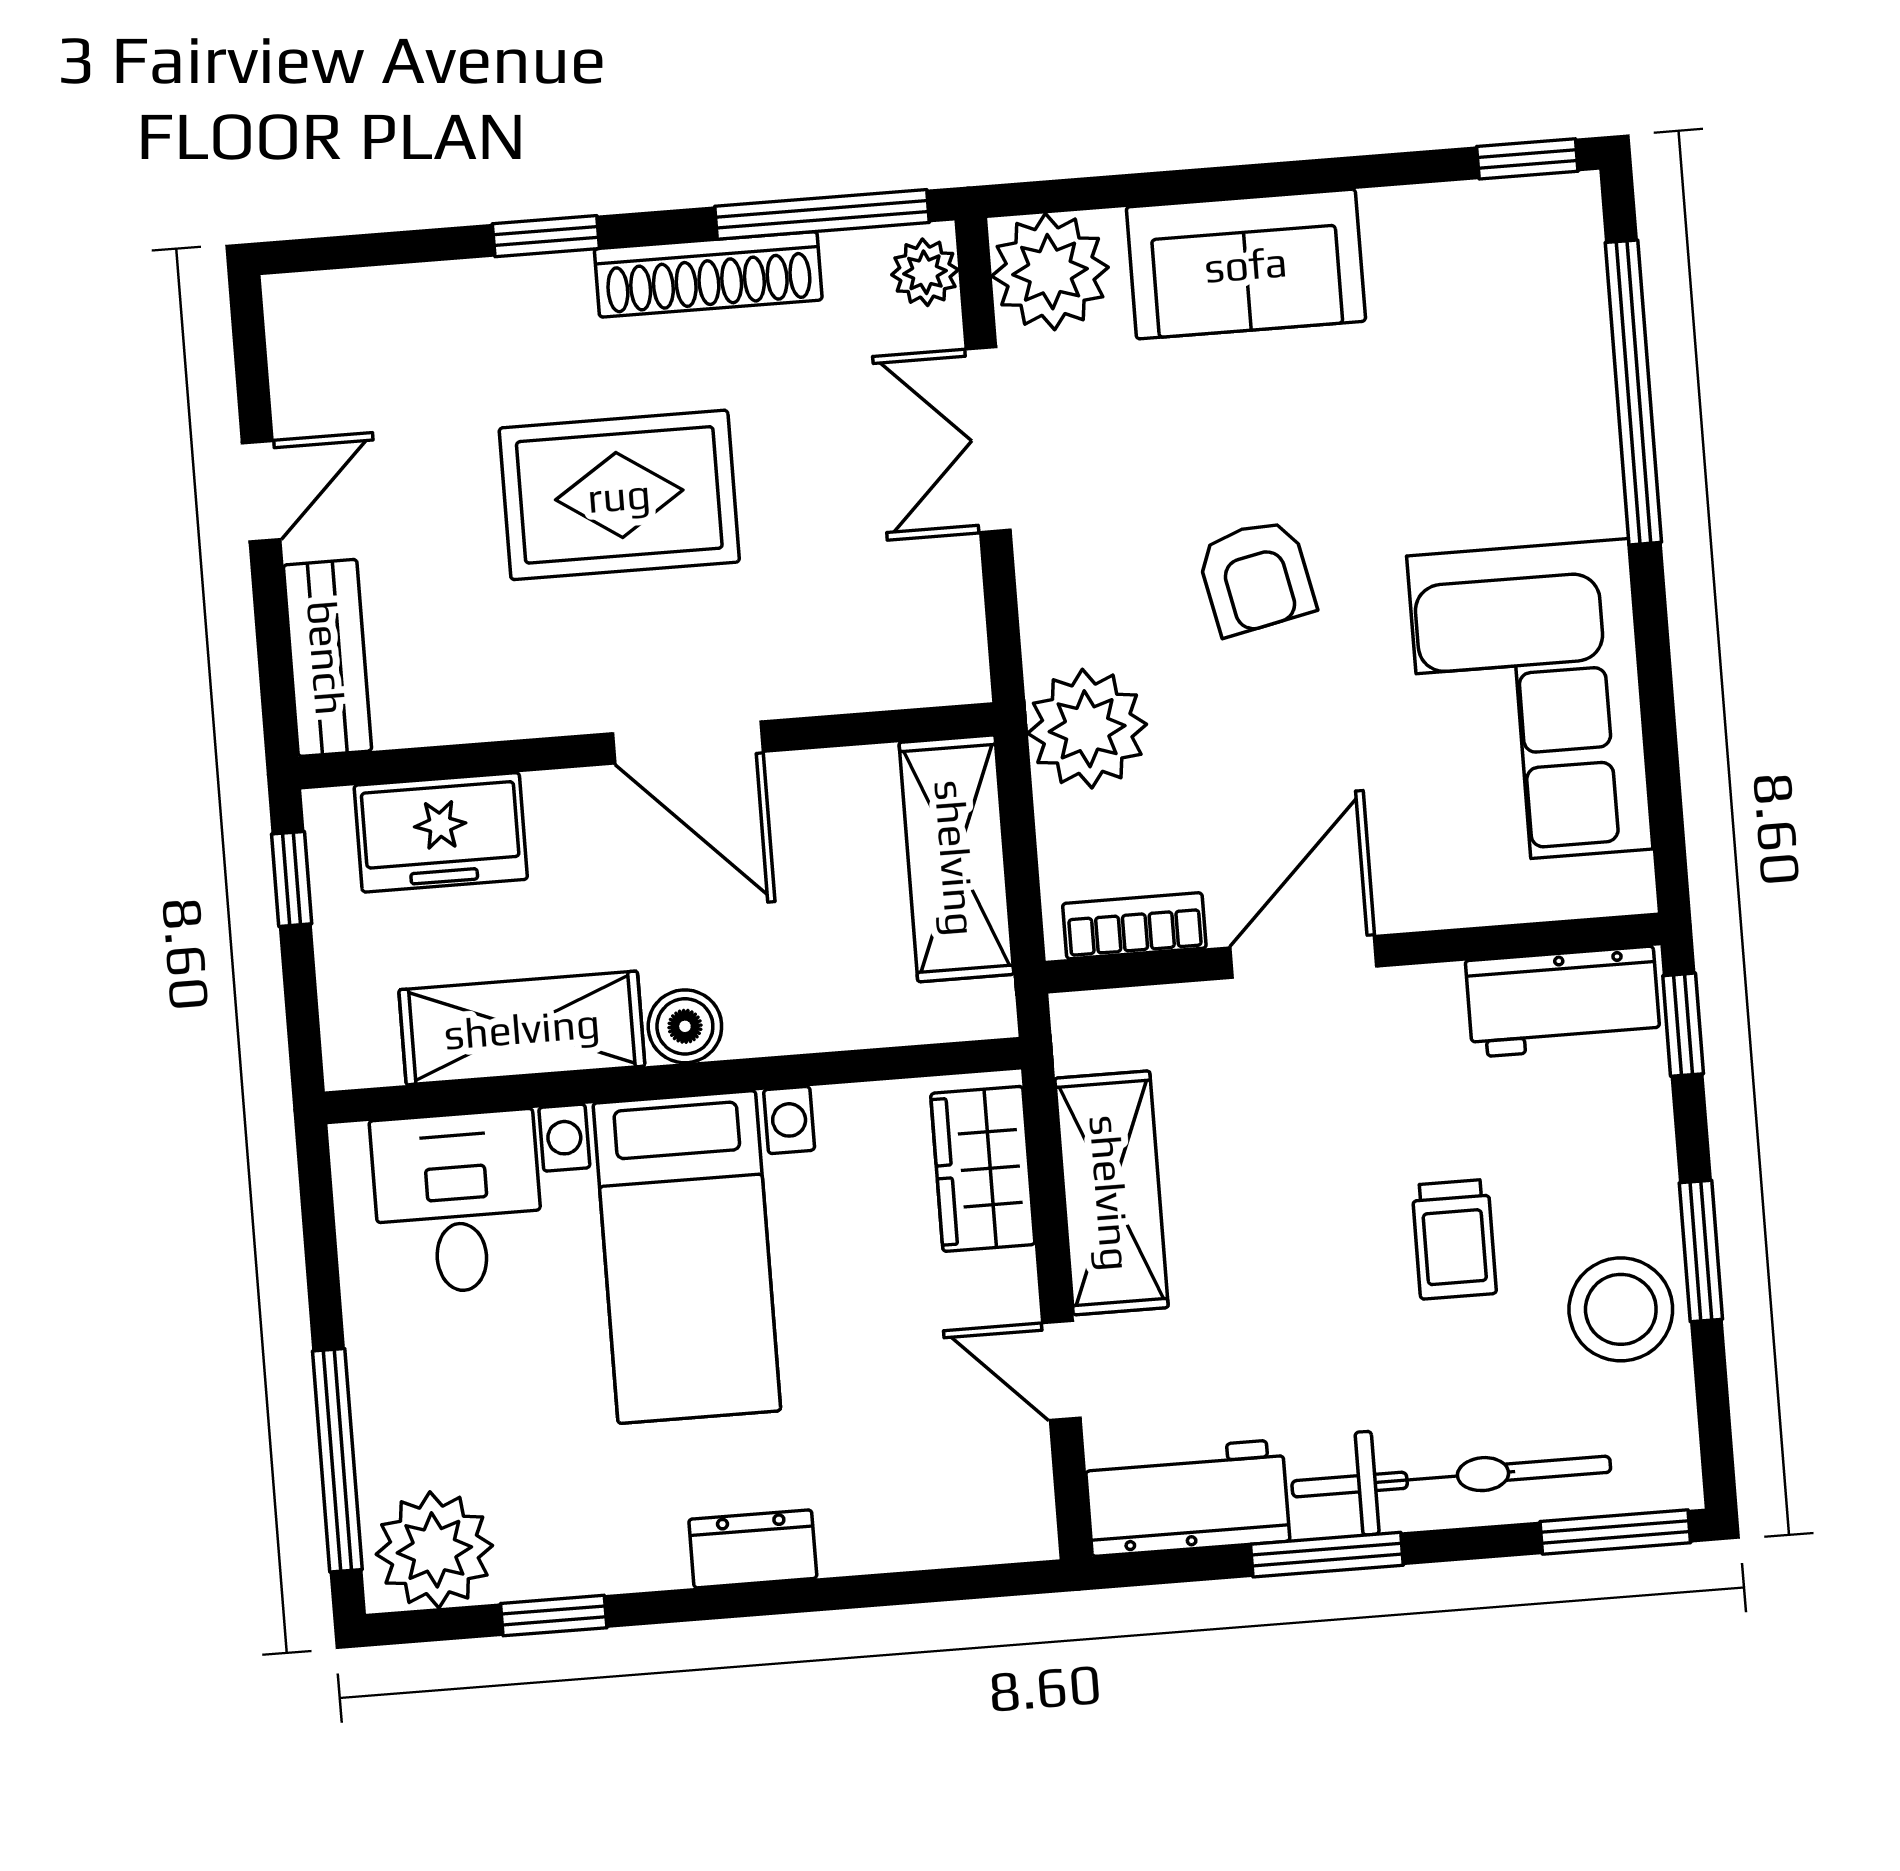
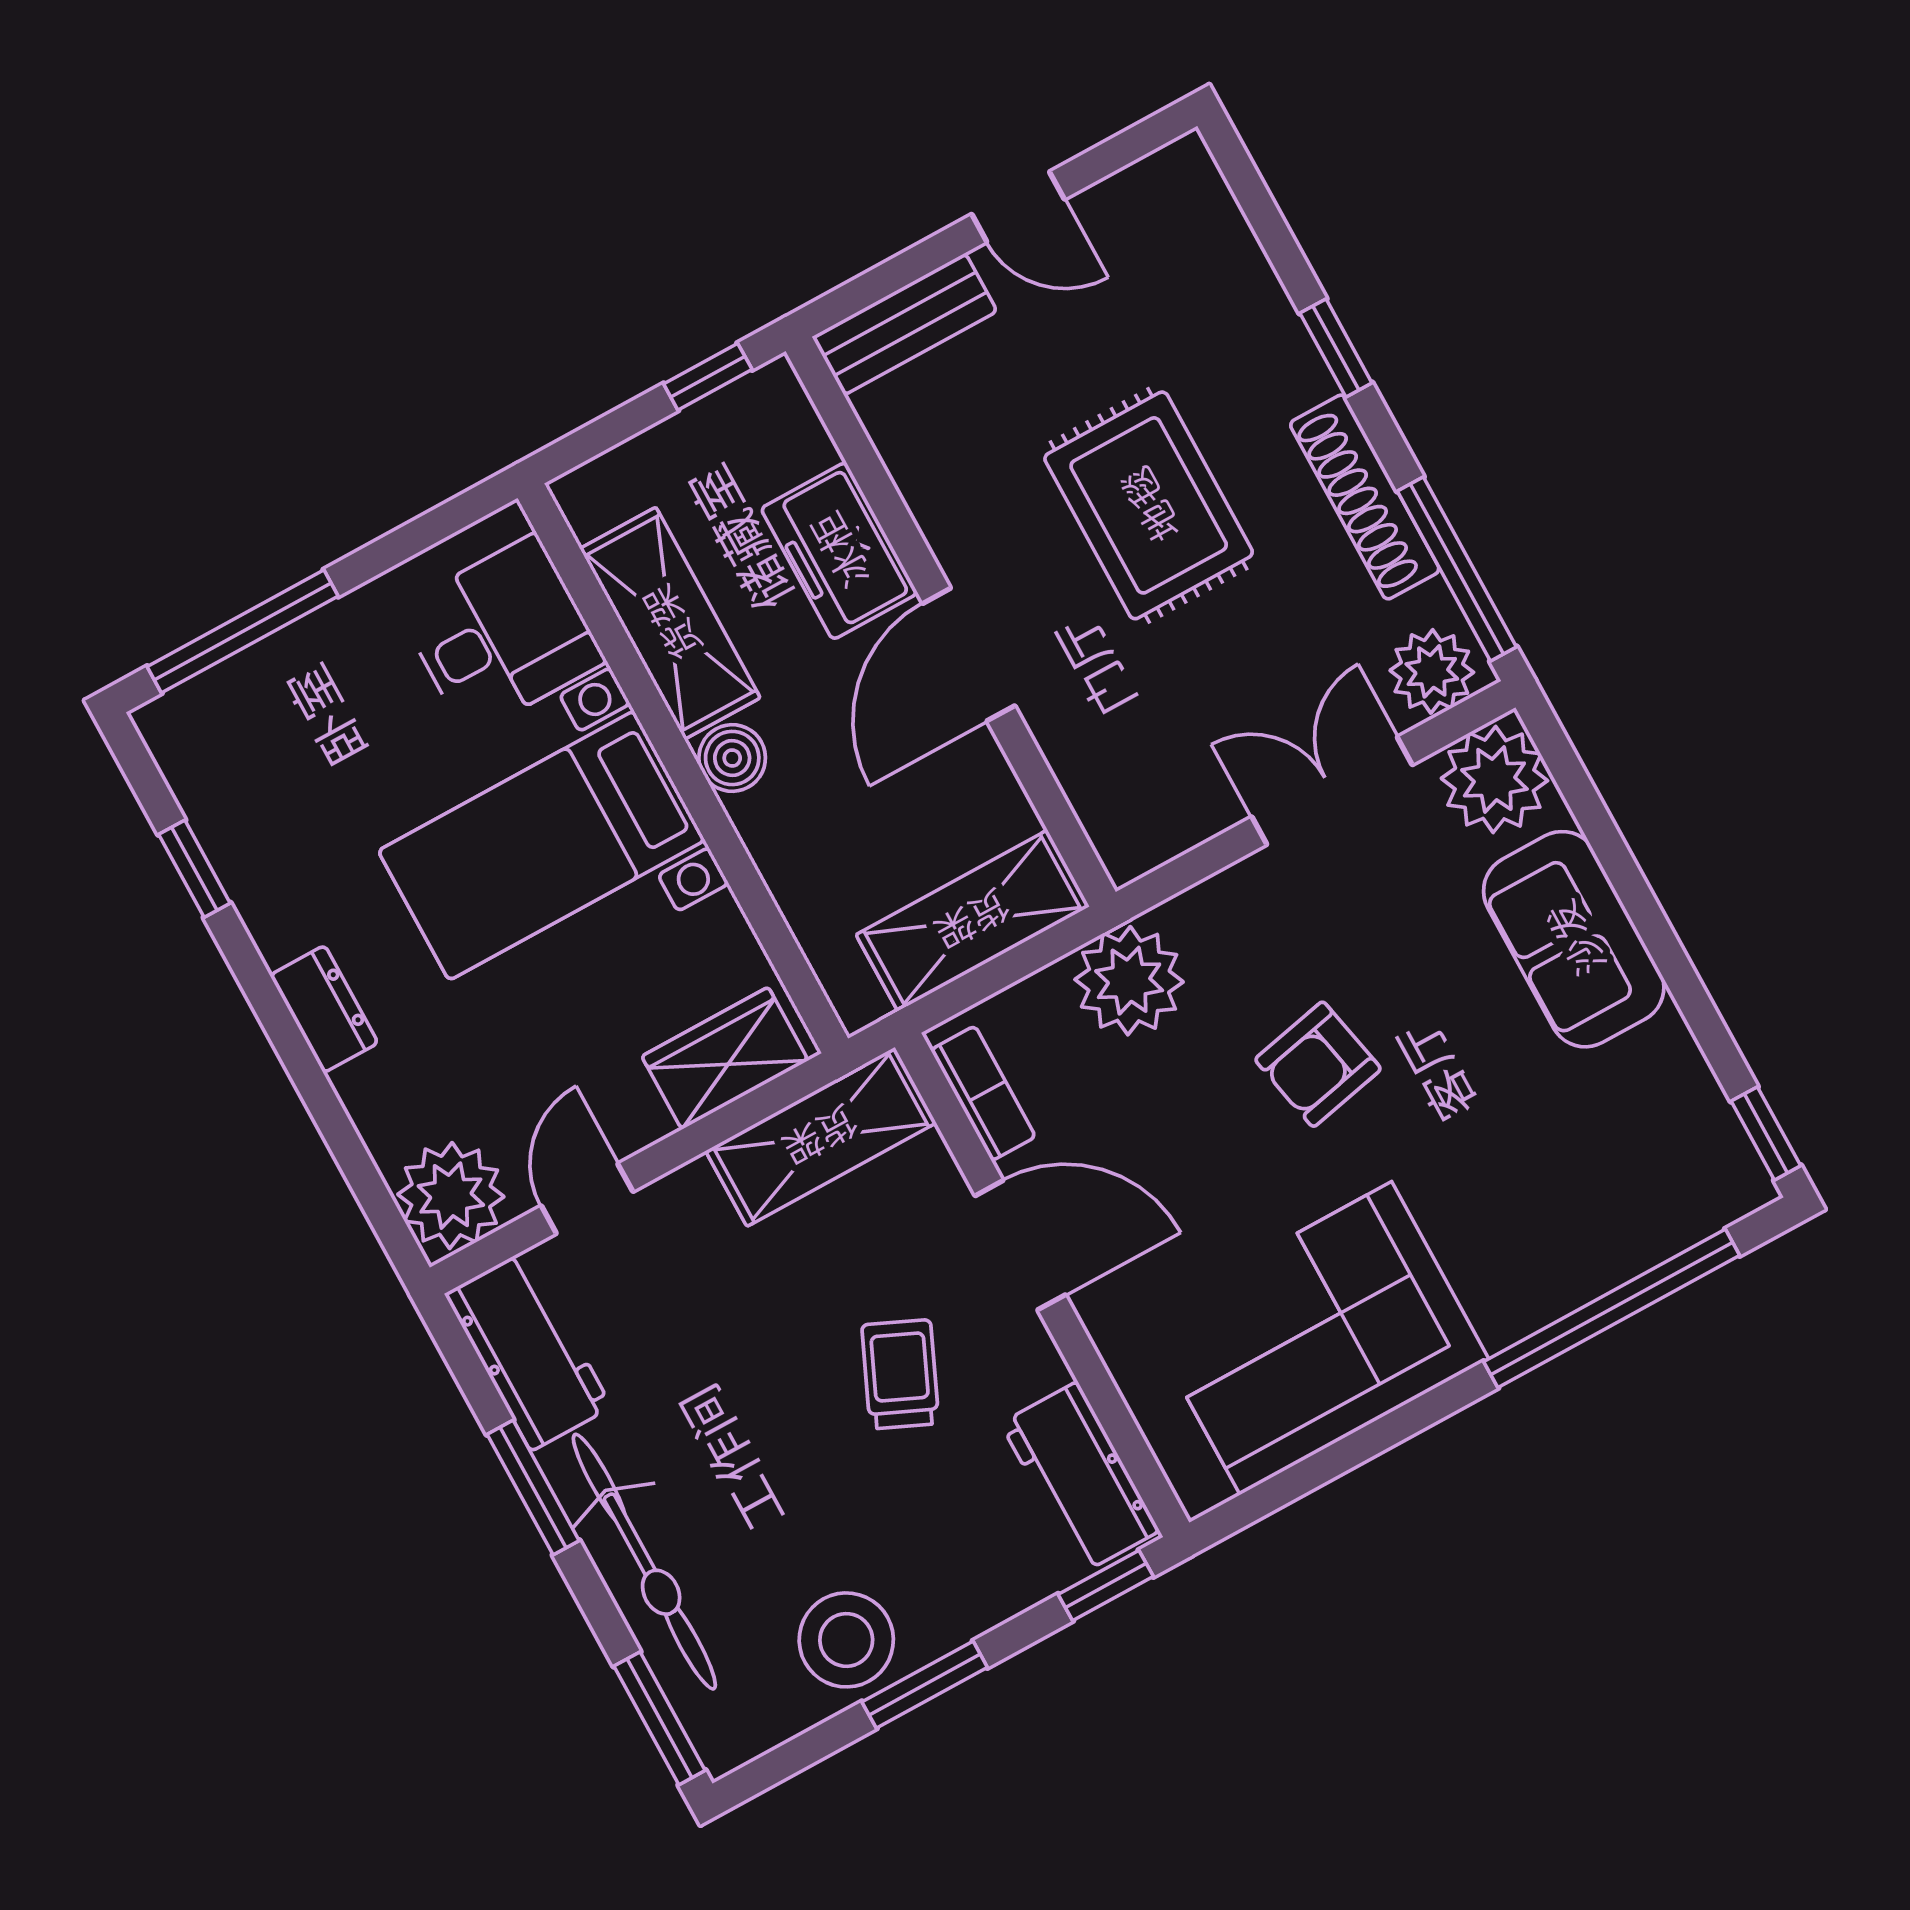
plant: (925, 272) -> (1432, 671), width x1.38, depth x1.38
freezer: (441, 832) -> (839, 551), moved
shelving: (1111, 1193) -> (821, 1137), moved
trolley: (1454, 1239) -> (900, 1374), moved, turned 114
plant: (434, 1550) -> (451, 1196), moved

